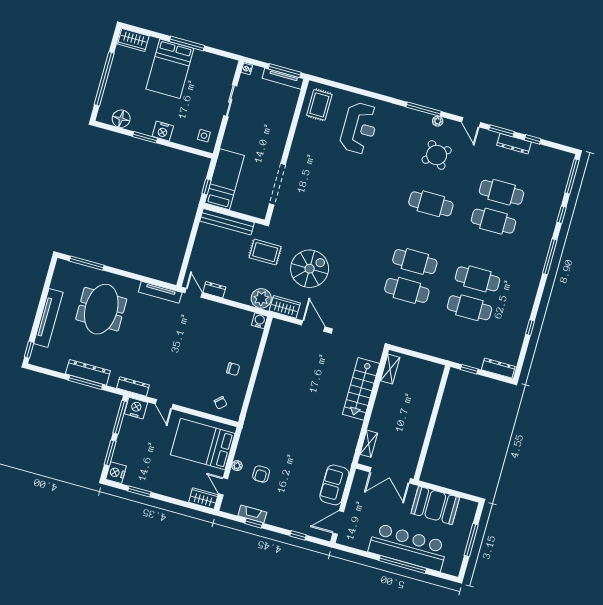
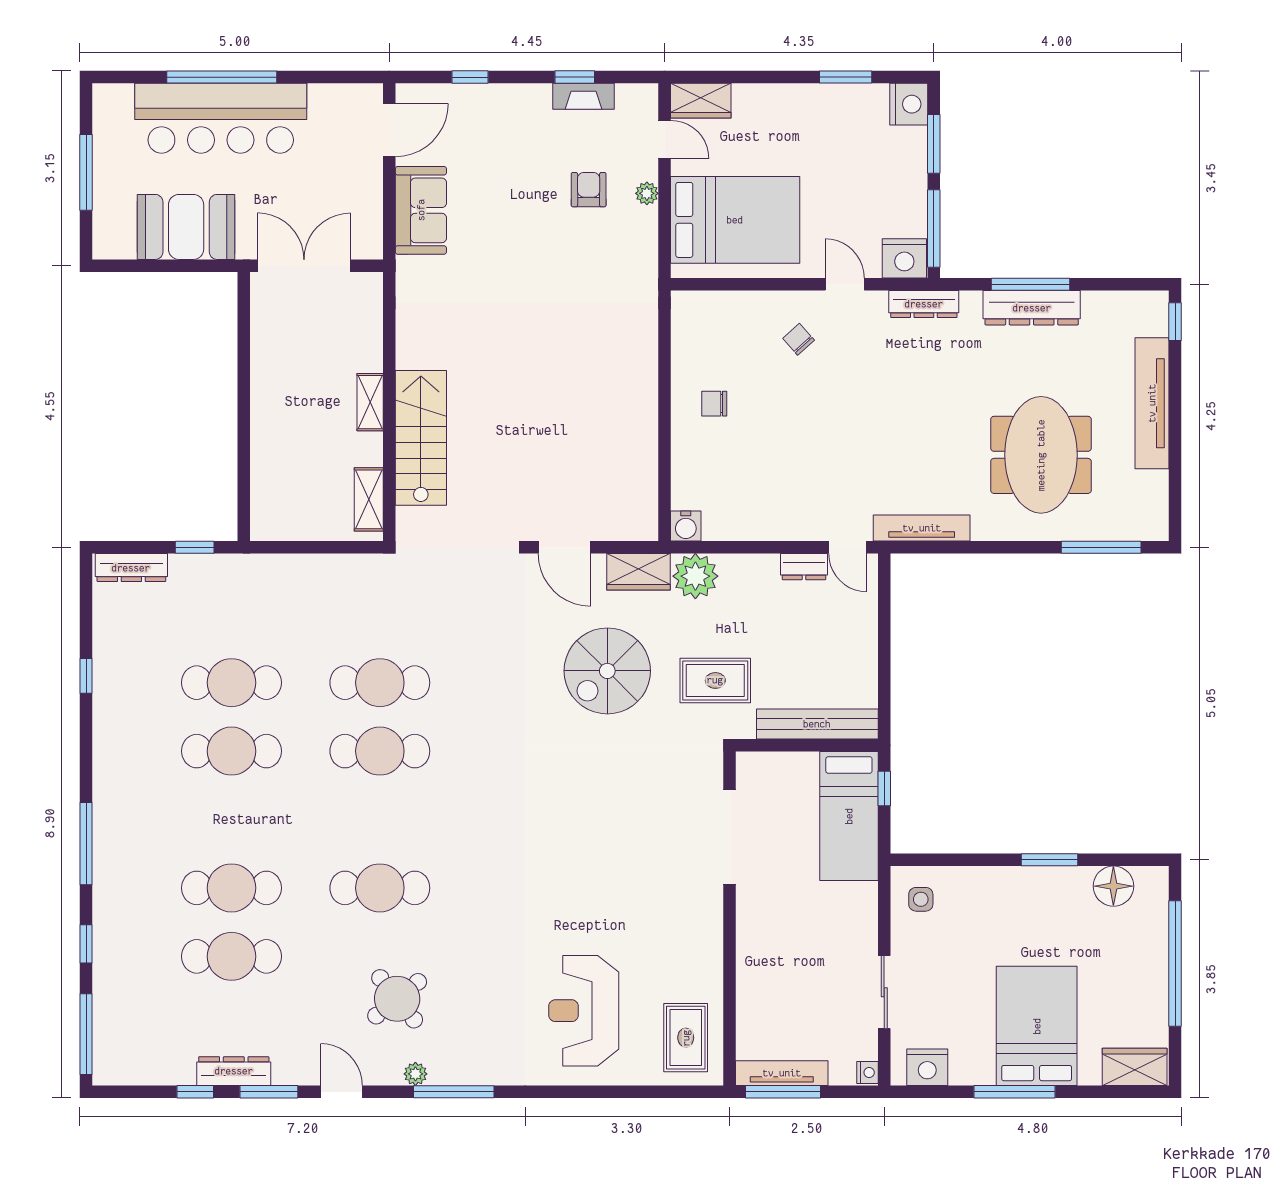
nightstand: (163, 131) -> (927, 1067), moved, turned 180
chair: (220, 403) -> (799, 339), moved
shelving: (369, 444) -> (370, 402), moved

